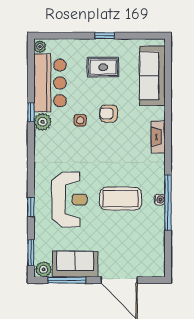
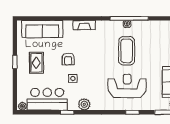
plant: (43, 122) -> (84, 104), moved

